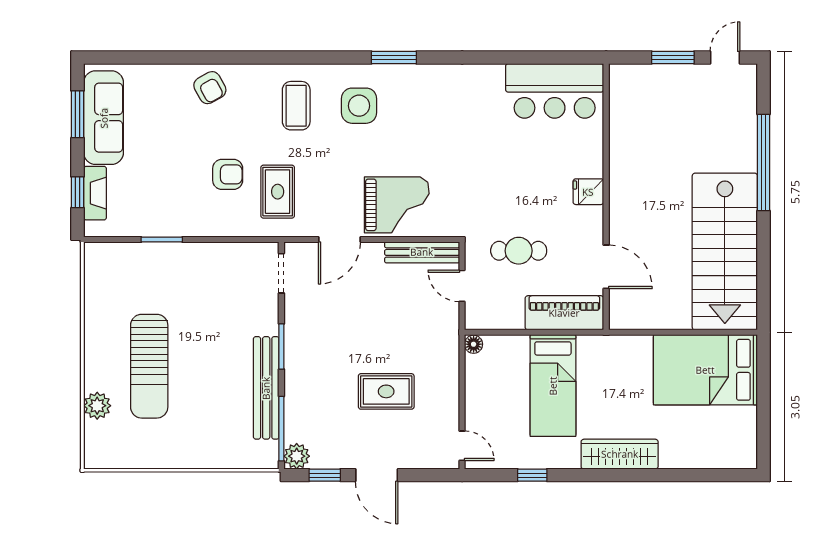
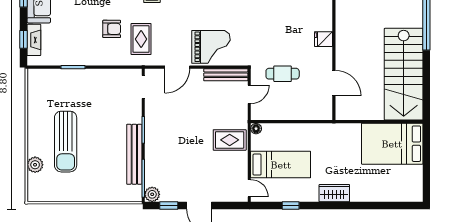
door: (462, 286) -> (249, 94), swing flipped
piano: (564, 313) -> (309, 110), removed
bed: (553, 386) -> (281, 165), moved, turned -90
rug: (386, 391) -> (230, 140), moved
wardrobe: (620, 454) -> (334, 193), width x0.67

